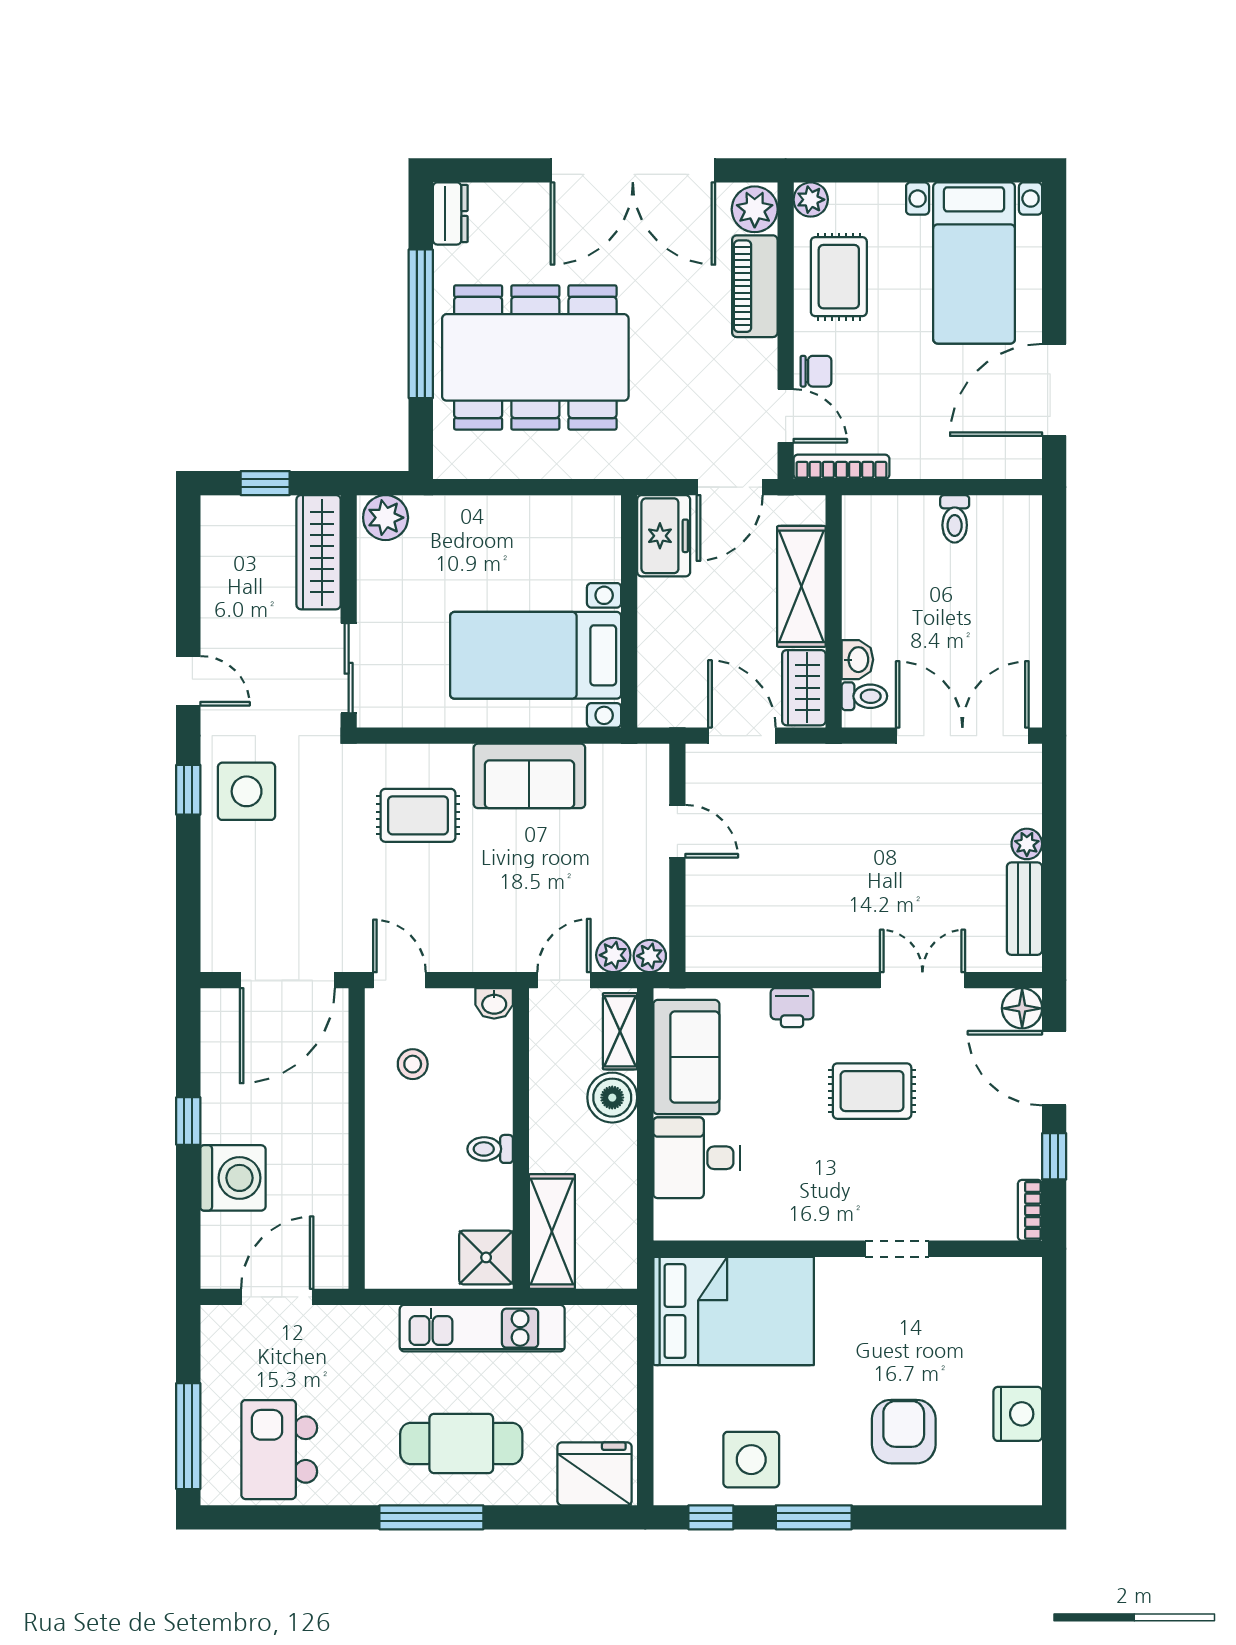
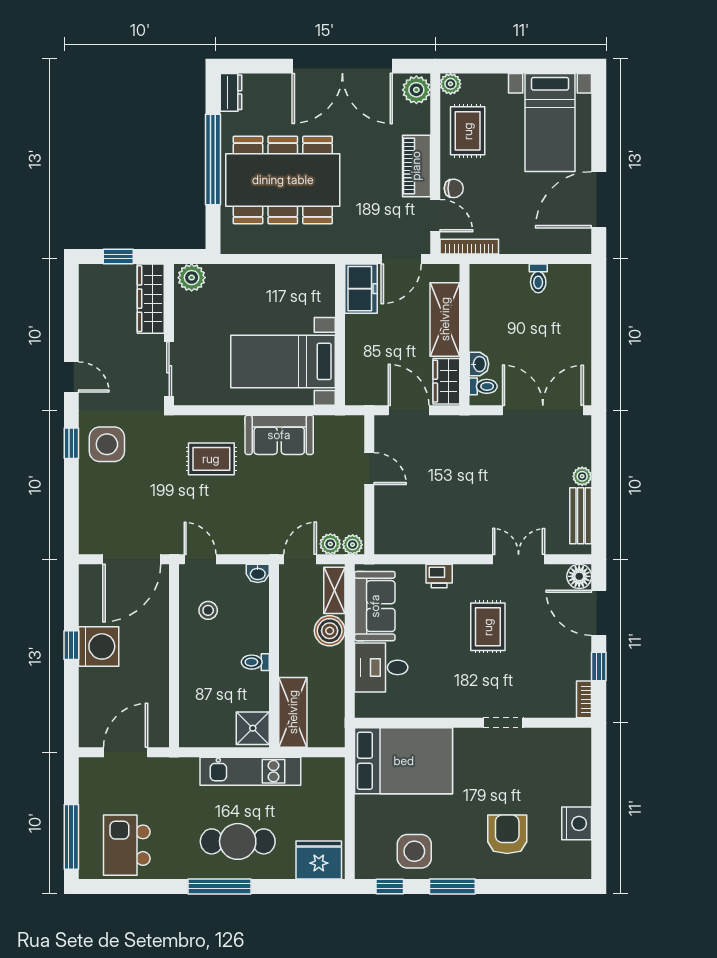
piano: (755, 286) -> (416, 166), moved
rug: (872, 1091) -> (488, 627), turned 90
washing machine: (233, 1178) -> (99, 646), moved

